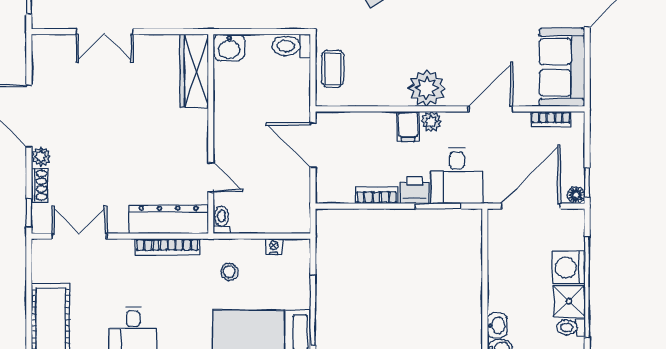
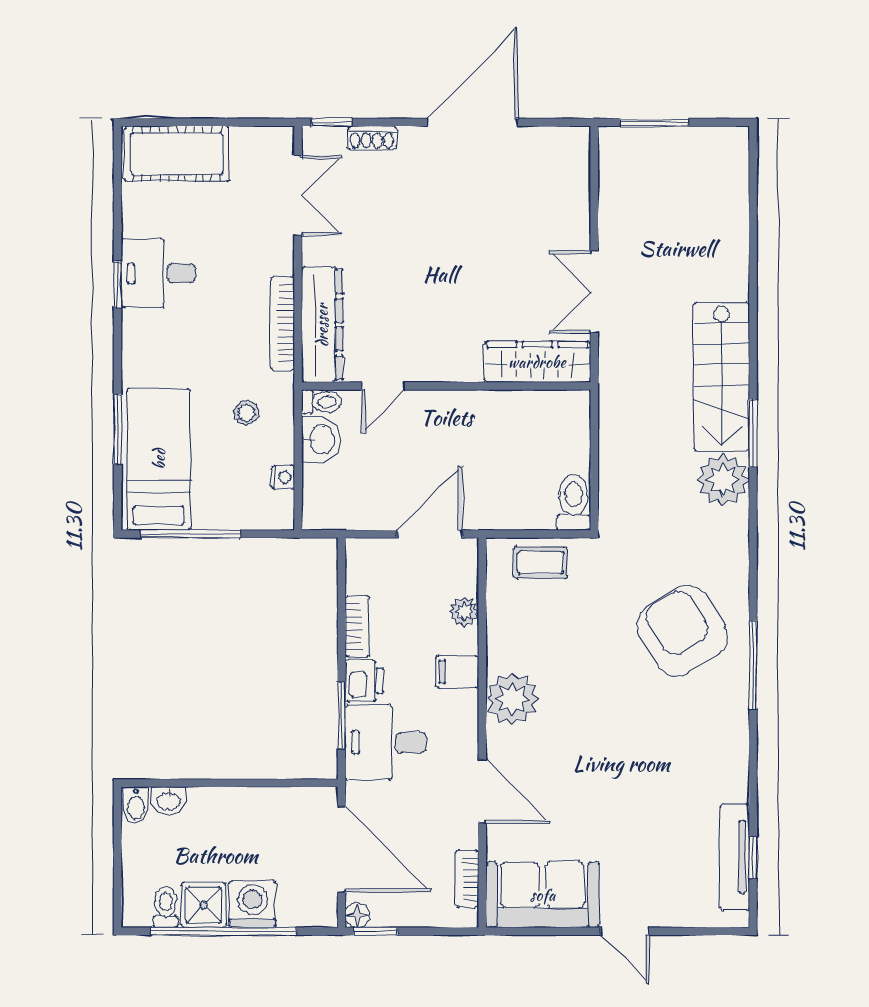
double door: (105, 32) -> (594, 292), moved
washbasin: (229, 48) -> (321, 440), moved, turned 180
plant: (431, 121) -> (464, 612), moved
plant: (41, 157) -> (413, 140), removed

